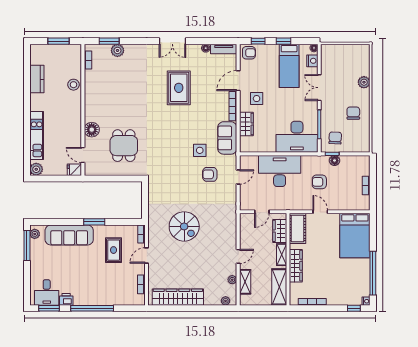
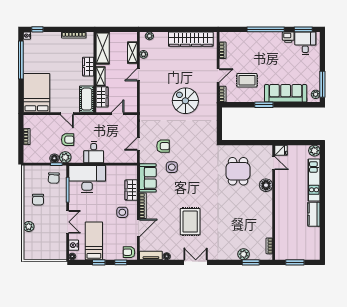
kitchen counter: (37, 79) -> (314, 214), moved
stool: (73, 85) -> (282, 224), removed
plant: (322, 162) -> (65, 157), added
desk: (280, 171) -> (94, 152), width x0.53, depth x0.77
rug: (114, 250) -> (247, 80), turned 90
wardrobe: (296, 266) -> (88, 67), width x0.67

